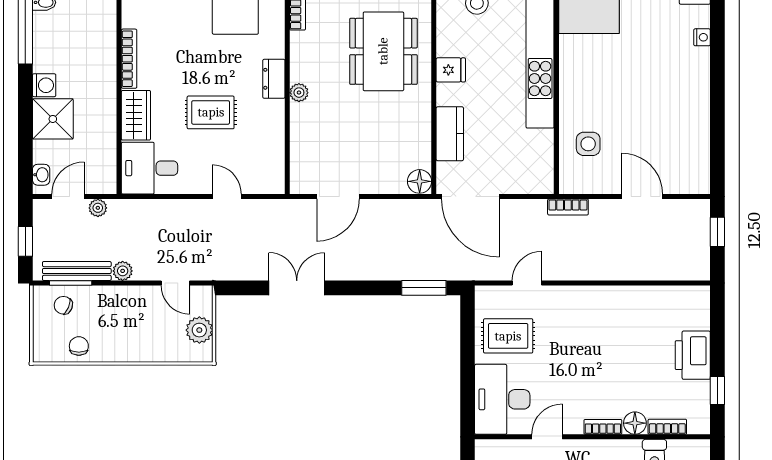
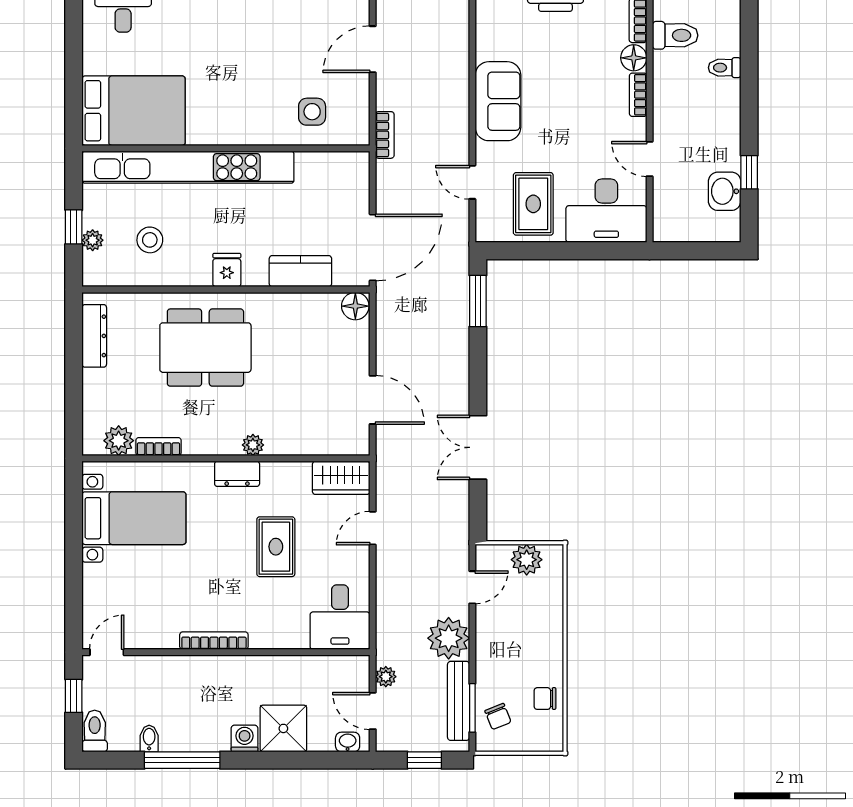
wardrobe: (136, 115) -> (341, 478), moved, turned 180
plant: (123, 271) -> (449, 638), width x1.88, depth x1.88
chair: (63, 305) -> (498, 716), turned -45
sofa: (597, 305) -> (498, 101), added

